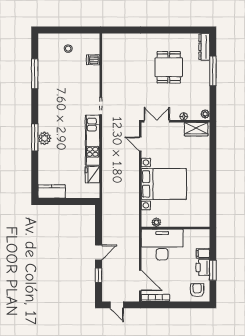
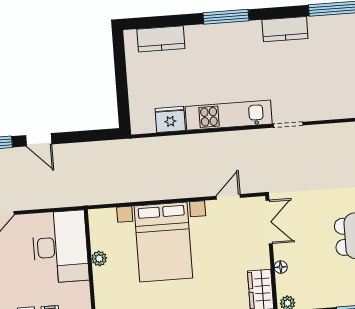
kitchen counter: (45, 103) -> (285, 29), added
plant: (44, 138) -> (226, 33), removed
kitchen counter: (52, 191) -> (161, 39), moved, turned 90
plant: (156, 222) -> (99, 258), moved

